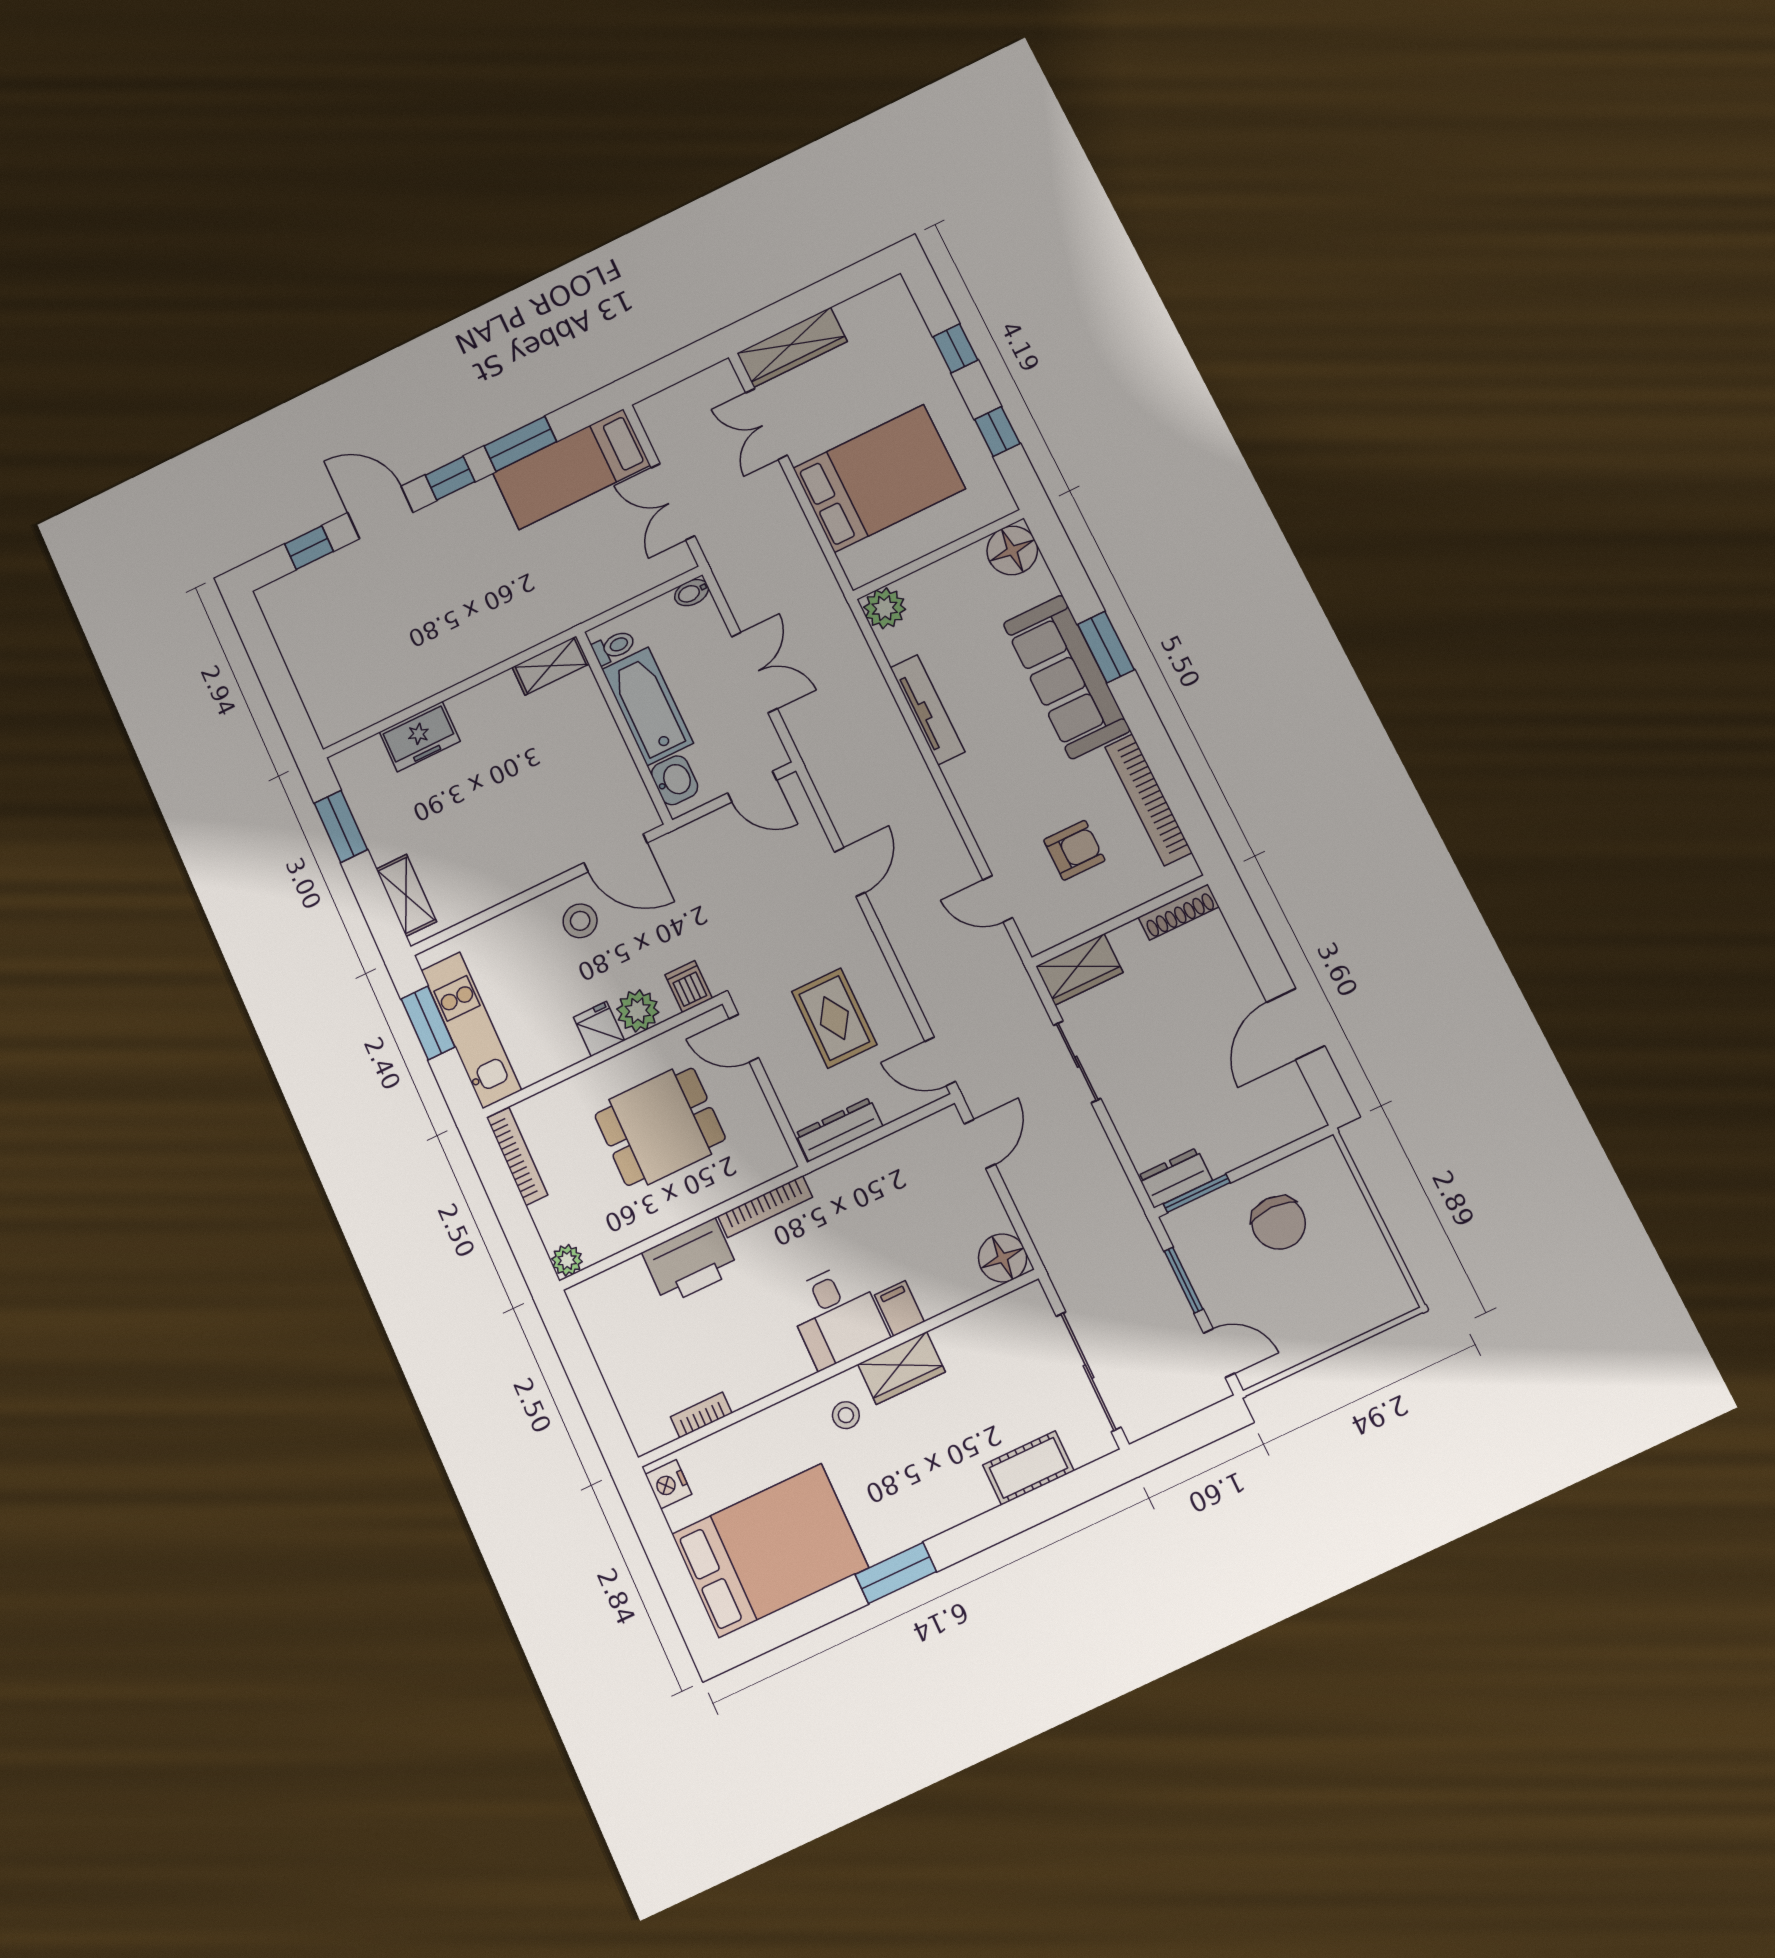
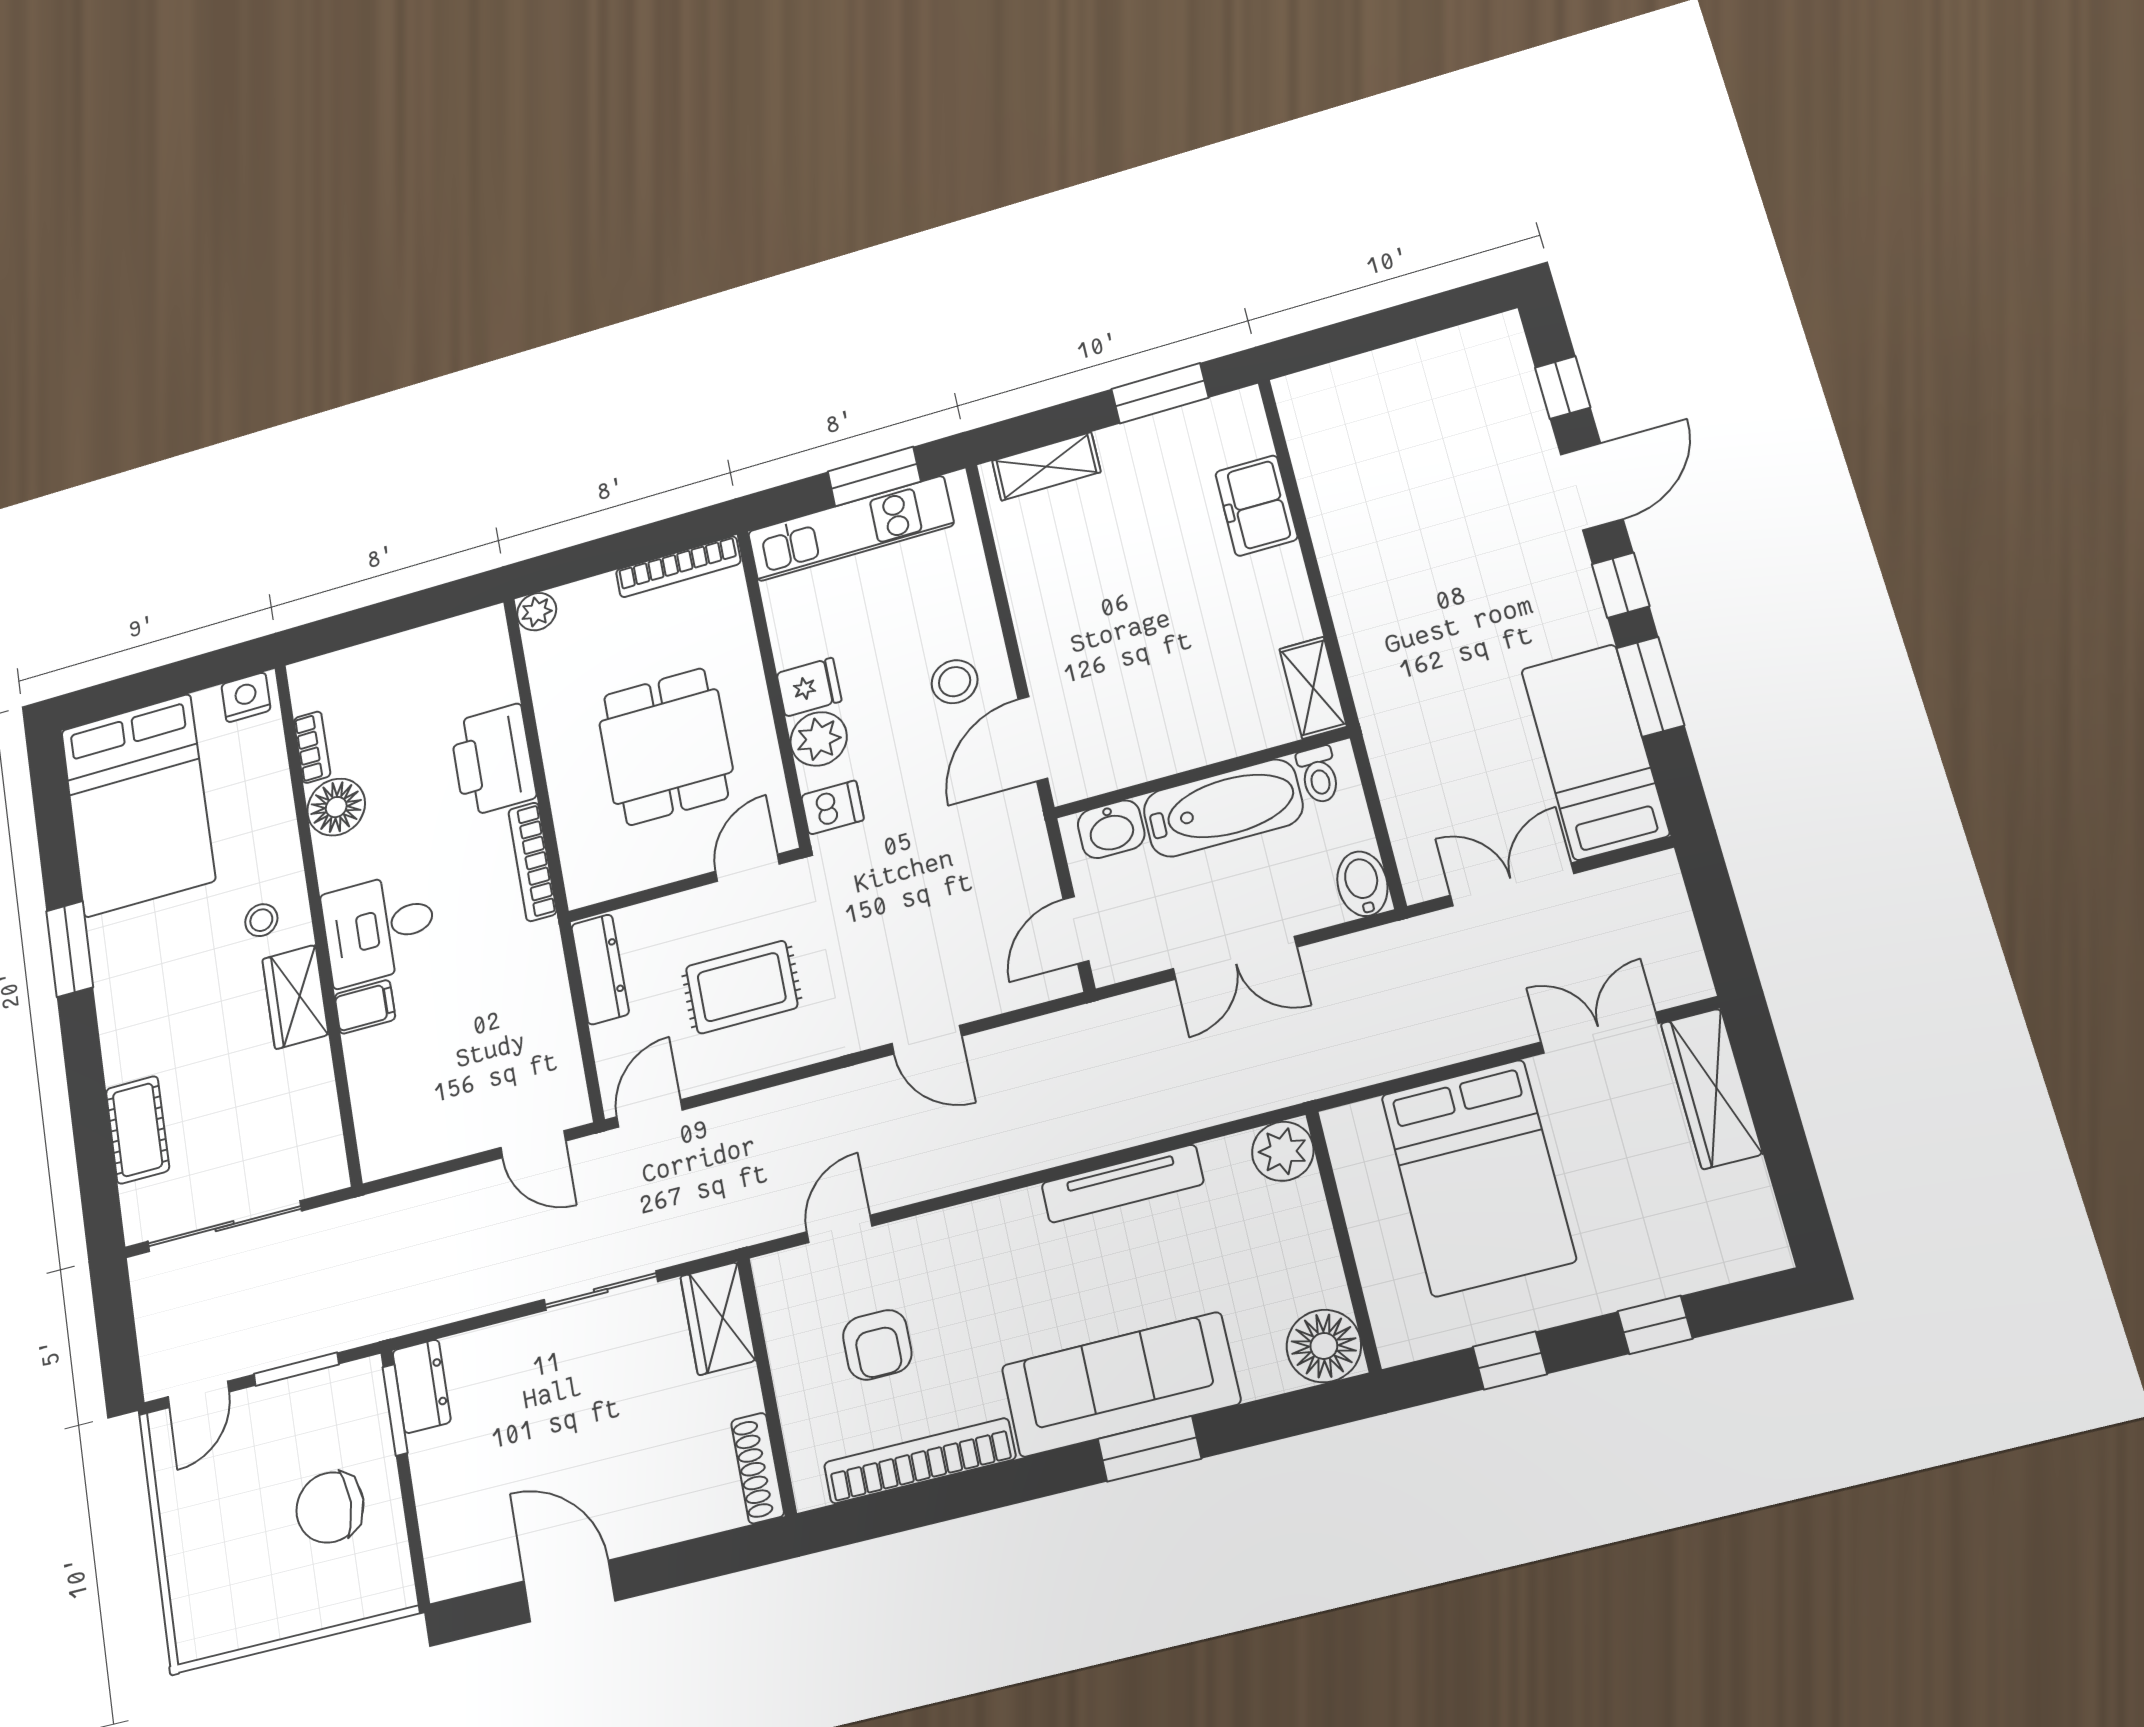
bidet: (692, 593) -> (1362, 884), width x1.38, depth x1.36
floor lamp: (1003, 1258) -> (336, 807), moved

